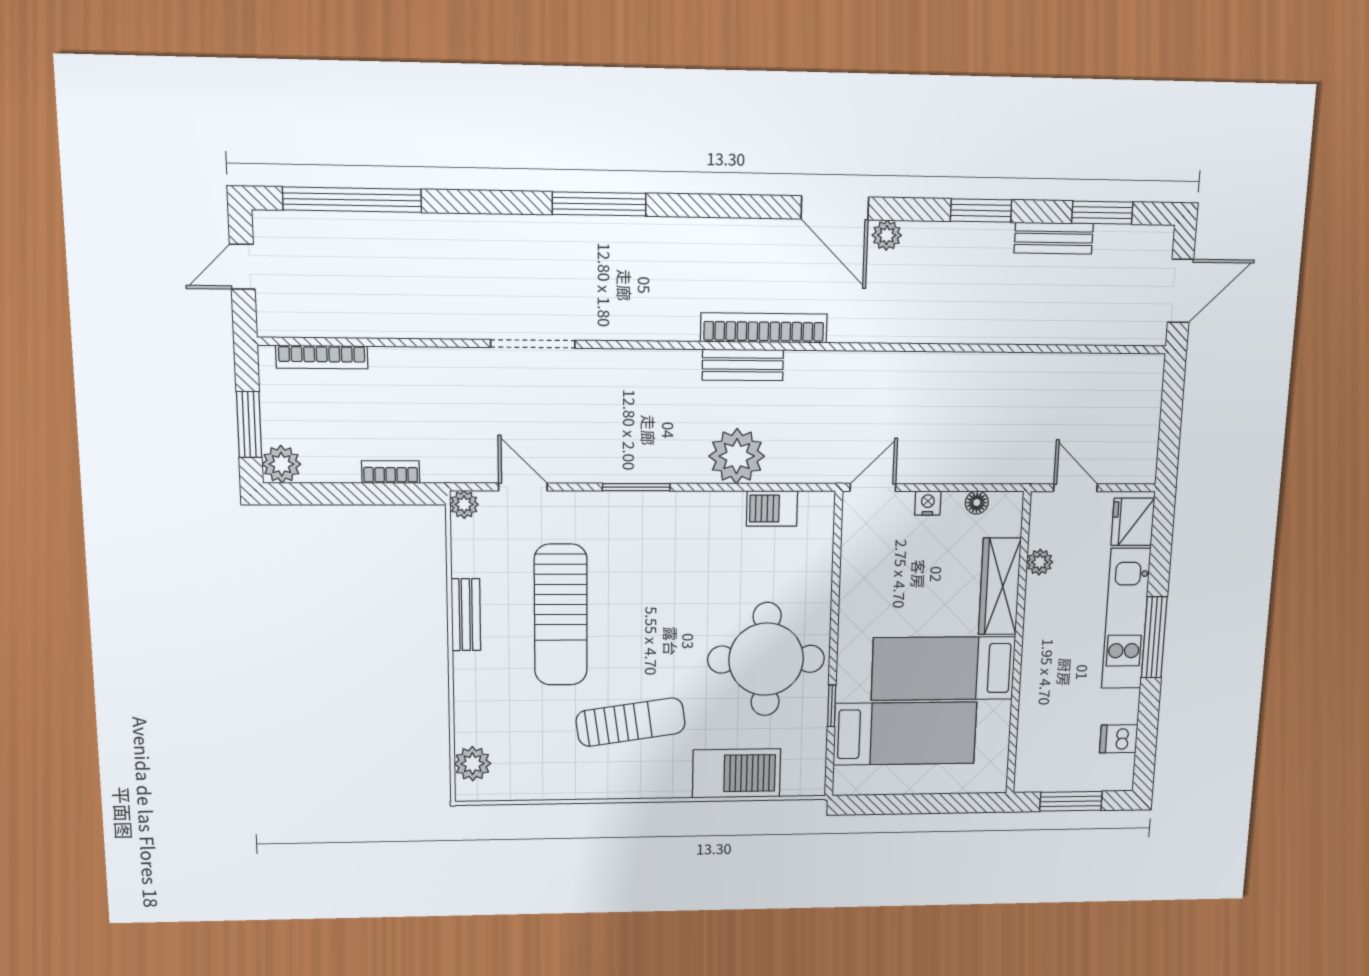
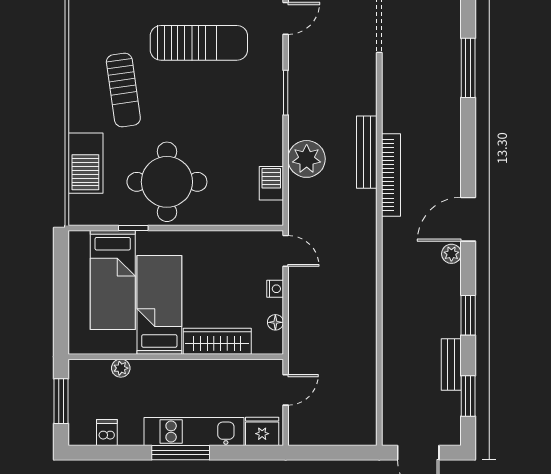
bench: (743, 365) -> (367, 152), width x1.36
plant: (1040, 562) -> (121, 368), moved
sun lounger: (561, 615) -> (199, 43), turned 180

